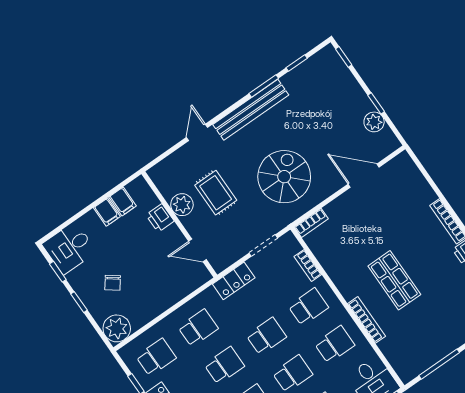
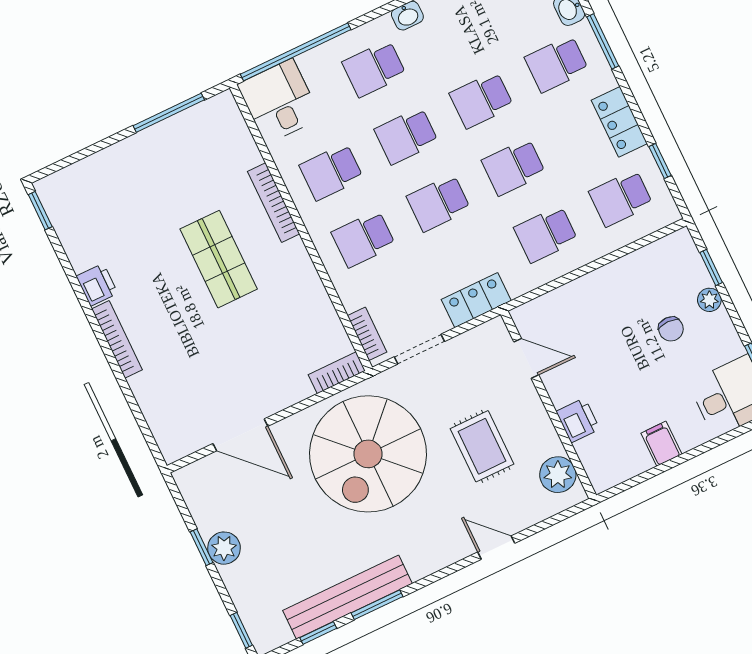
bench: (251, 110) -> (348, 597), moved
plant: (374, 122) -> (224, 548), moved
door: (197, 132) -> (496, 548), swing flipped
spiral stairs: (284, 177) -> (368, 454), width x1.37, depth x1.37
filing cabinet: (123, 201) -> (634, 457), removed
plant: (182, 205) -> (558, 475), moved
bookcase: (308, 265) -> (367, 334), moved
chair: (113, 283) -> (671, 329), turned 143
window: (79, 302) -> (711, 267), moved
plant: (117, 328) -> (709, 300), moved, width x0.53, depth x0.53

